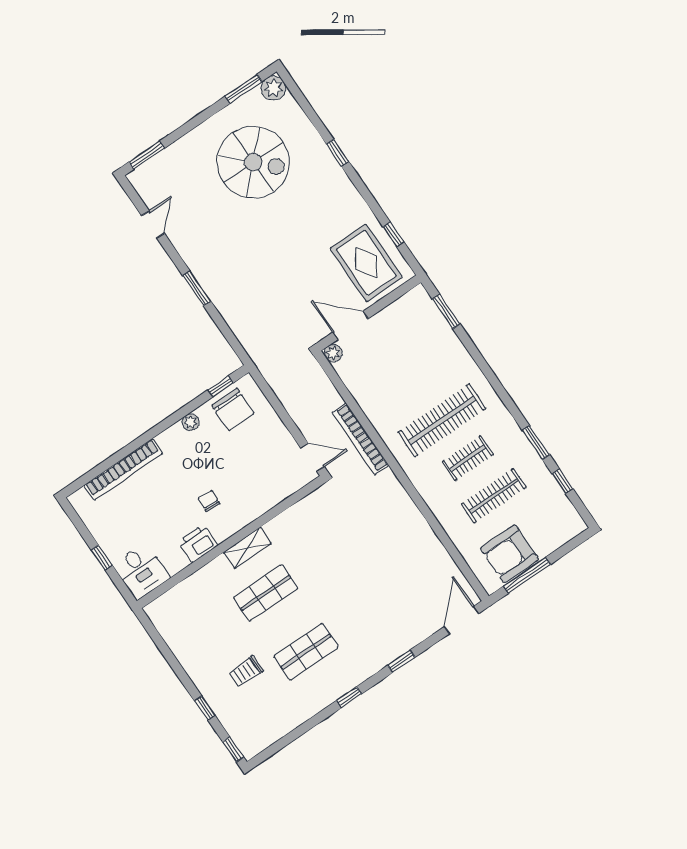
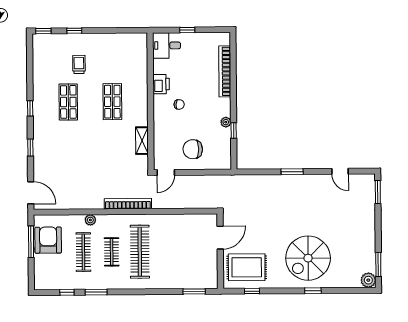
spiral stairs: (253, 162) -> (308, 258), moved
plant: (333, 353) -> (90, 220), moved
window: (221, 386) -> (234, 131), moved
chair: (233, 409) -> (193, 149), moved
bookcase: (360, 439) -> (128, 204), moved
shelving: (247, 548) -> (142, 141), moved

